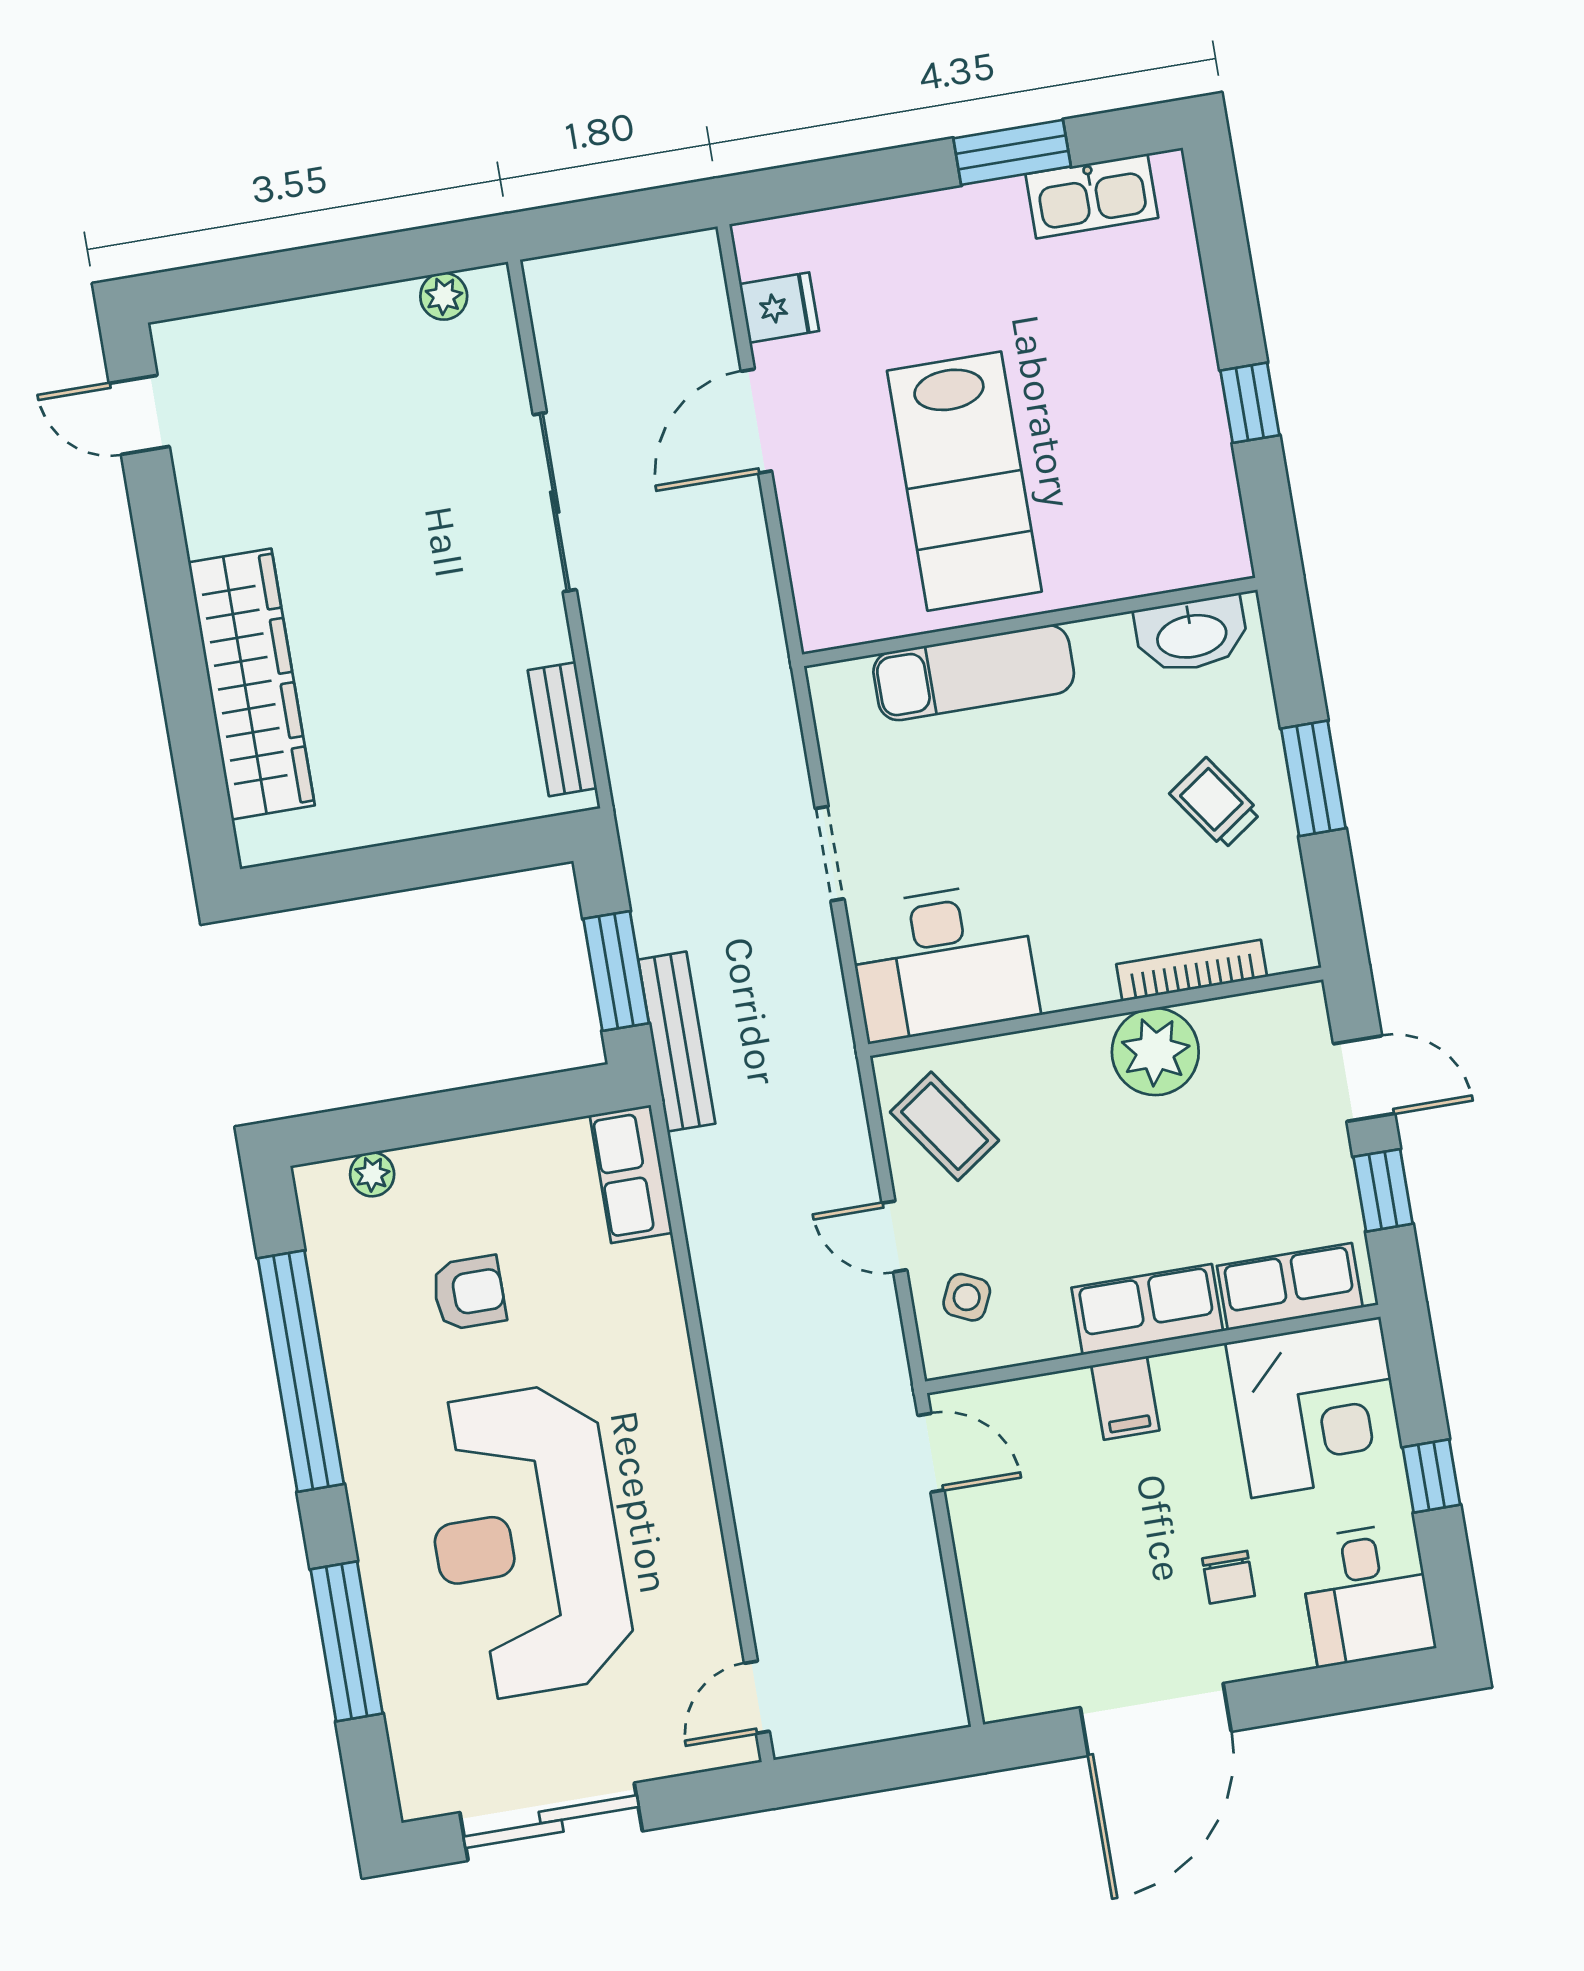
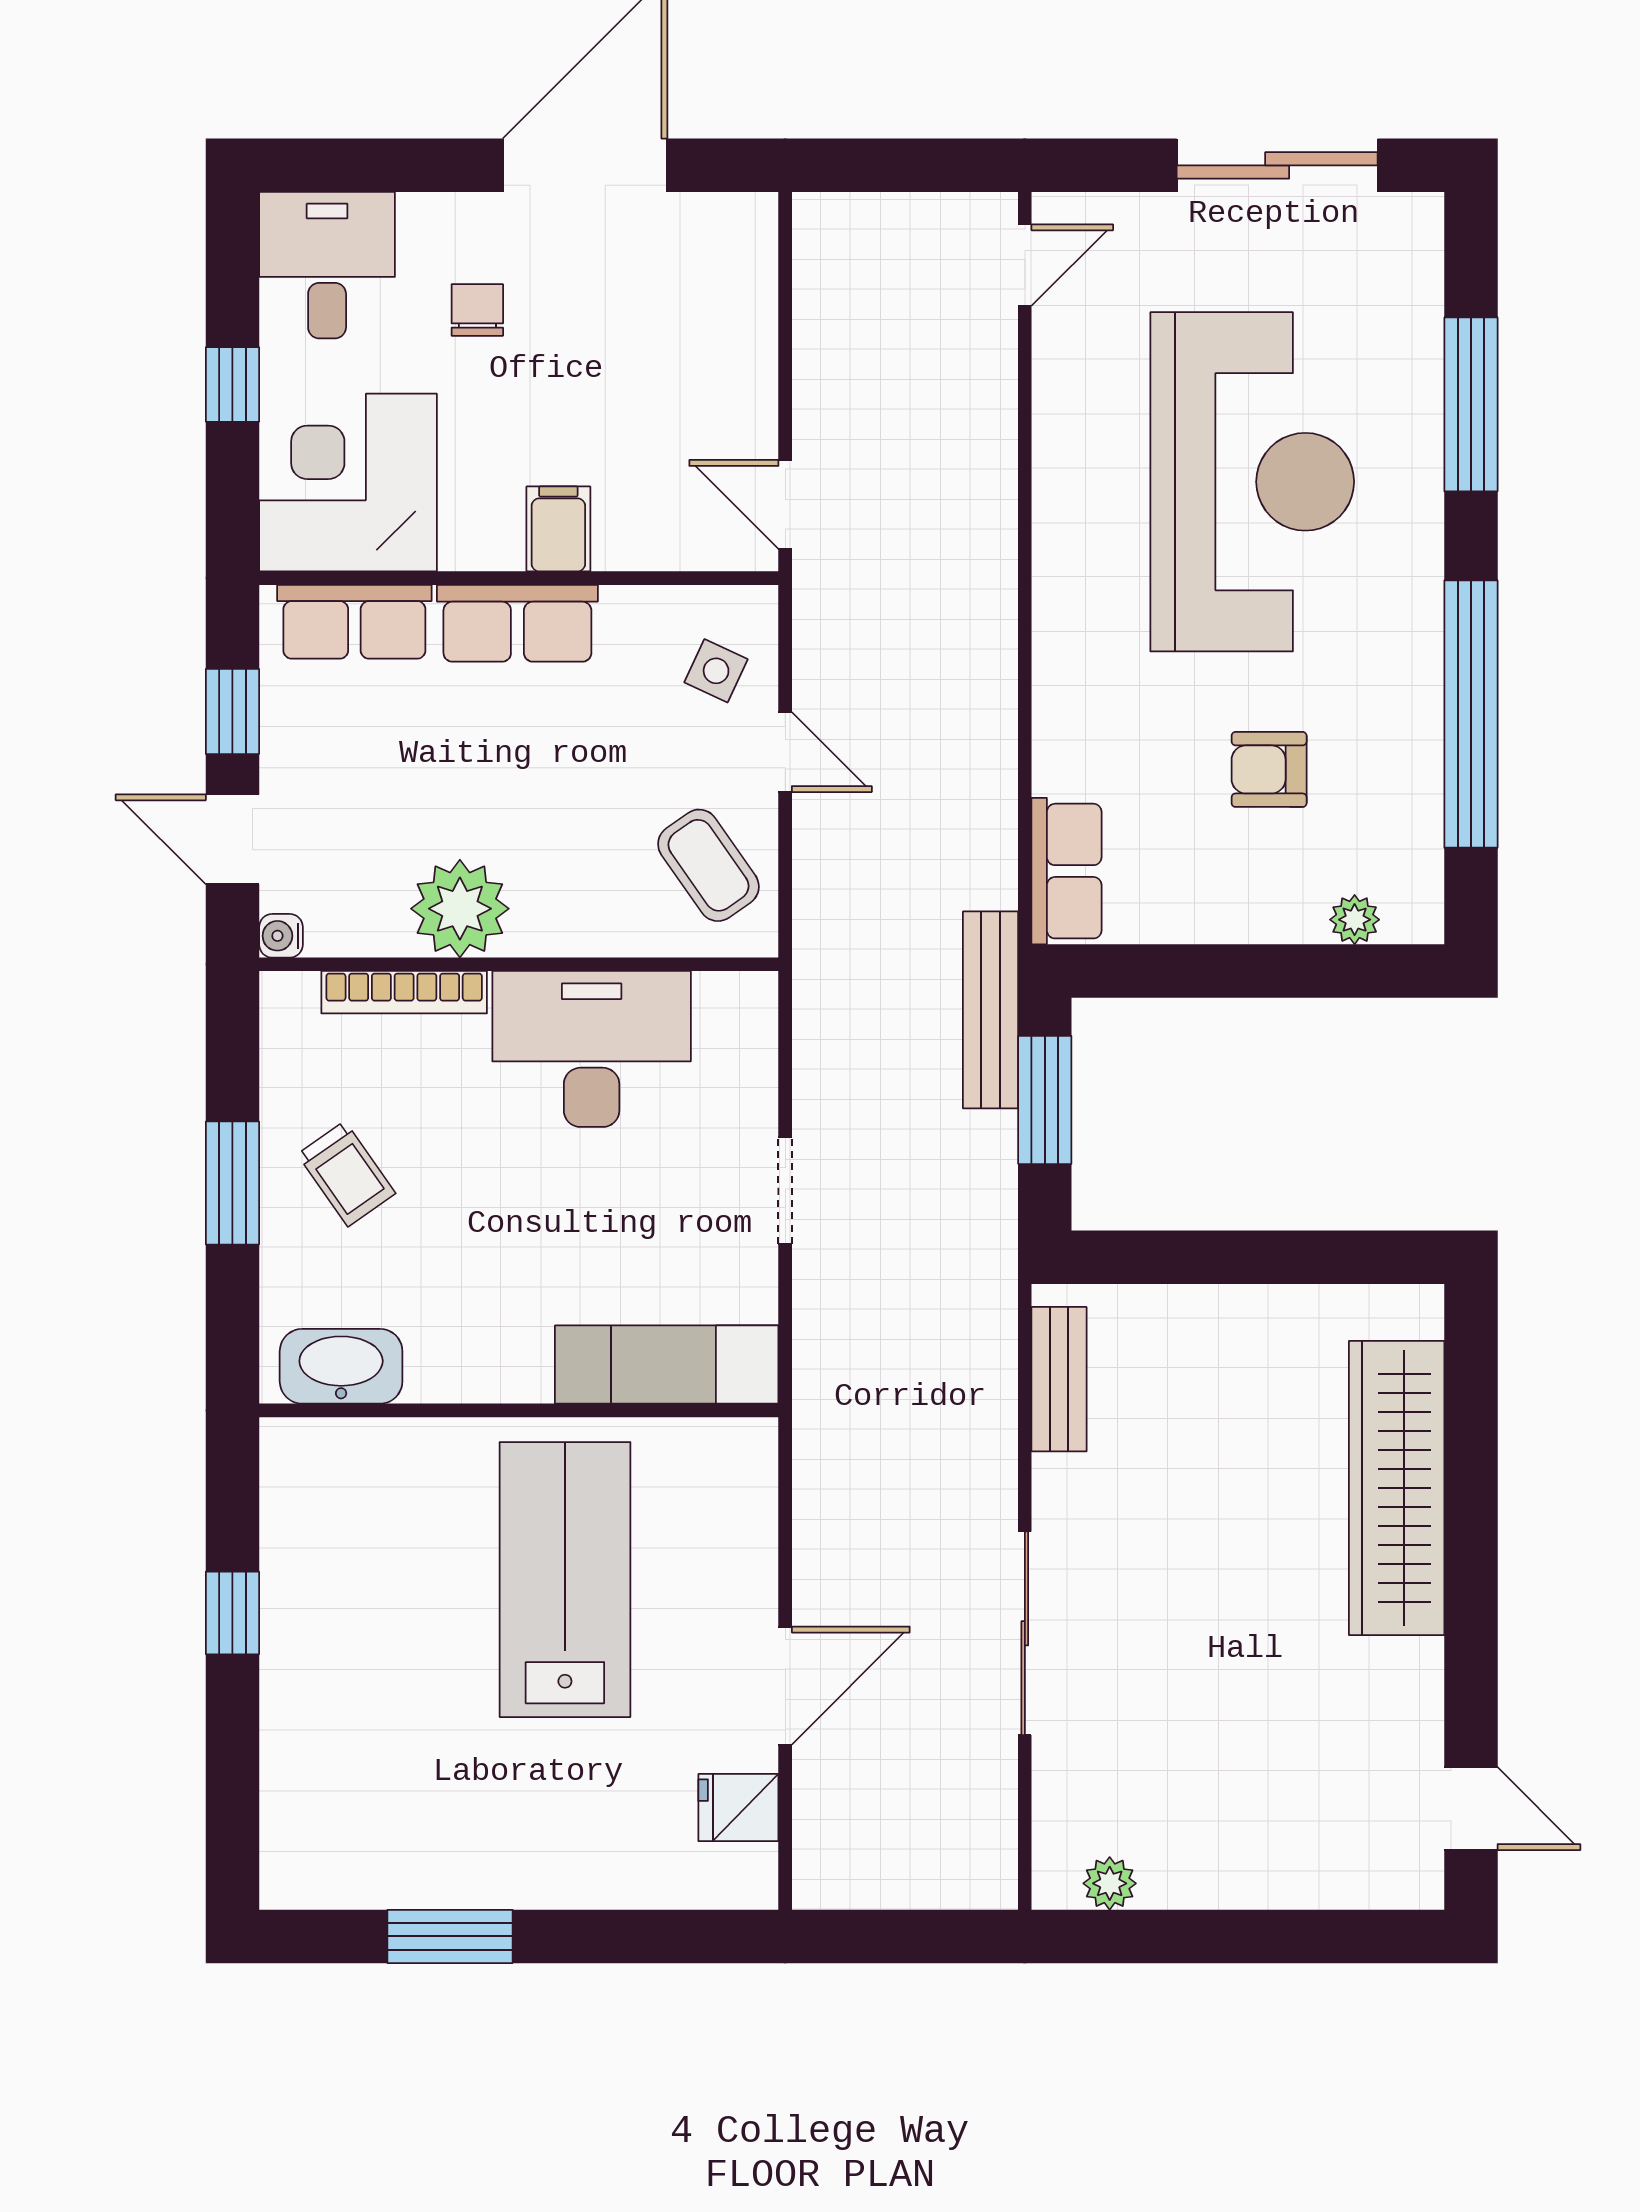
kitchen sink: (1092, 196) -> (369, 1873), removed
exam couch: (974, 673) -> (667, 1365), moved
desk: (943, 961) -> (592, 1049), moved
water cooler: (1308, 1001) -> (281, 936), added

